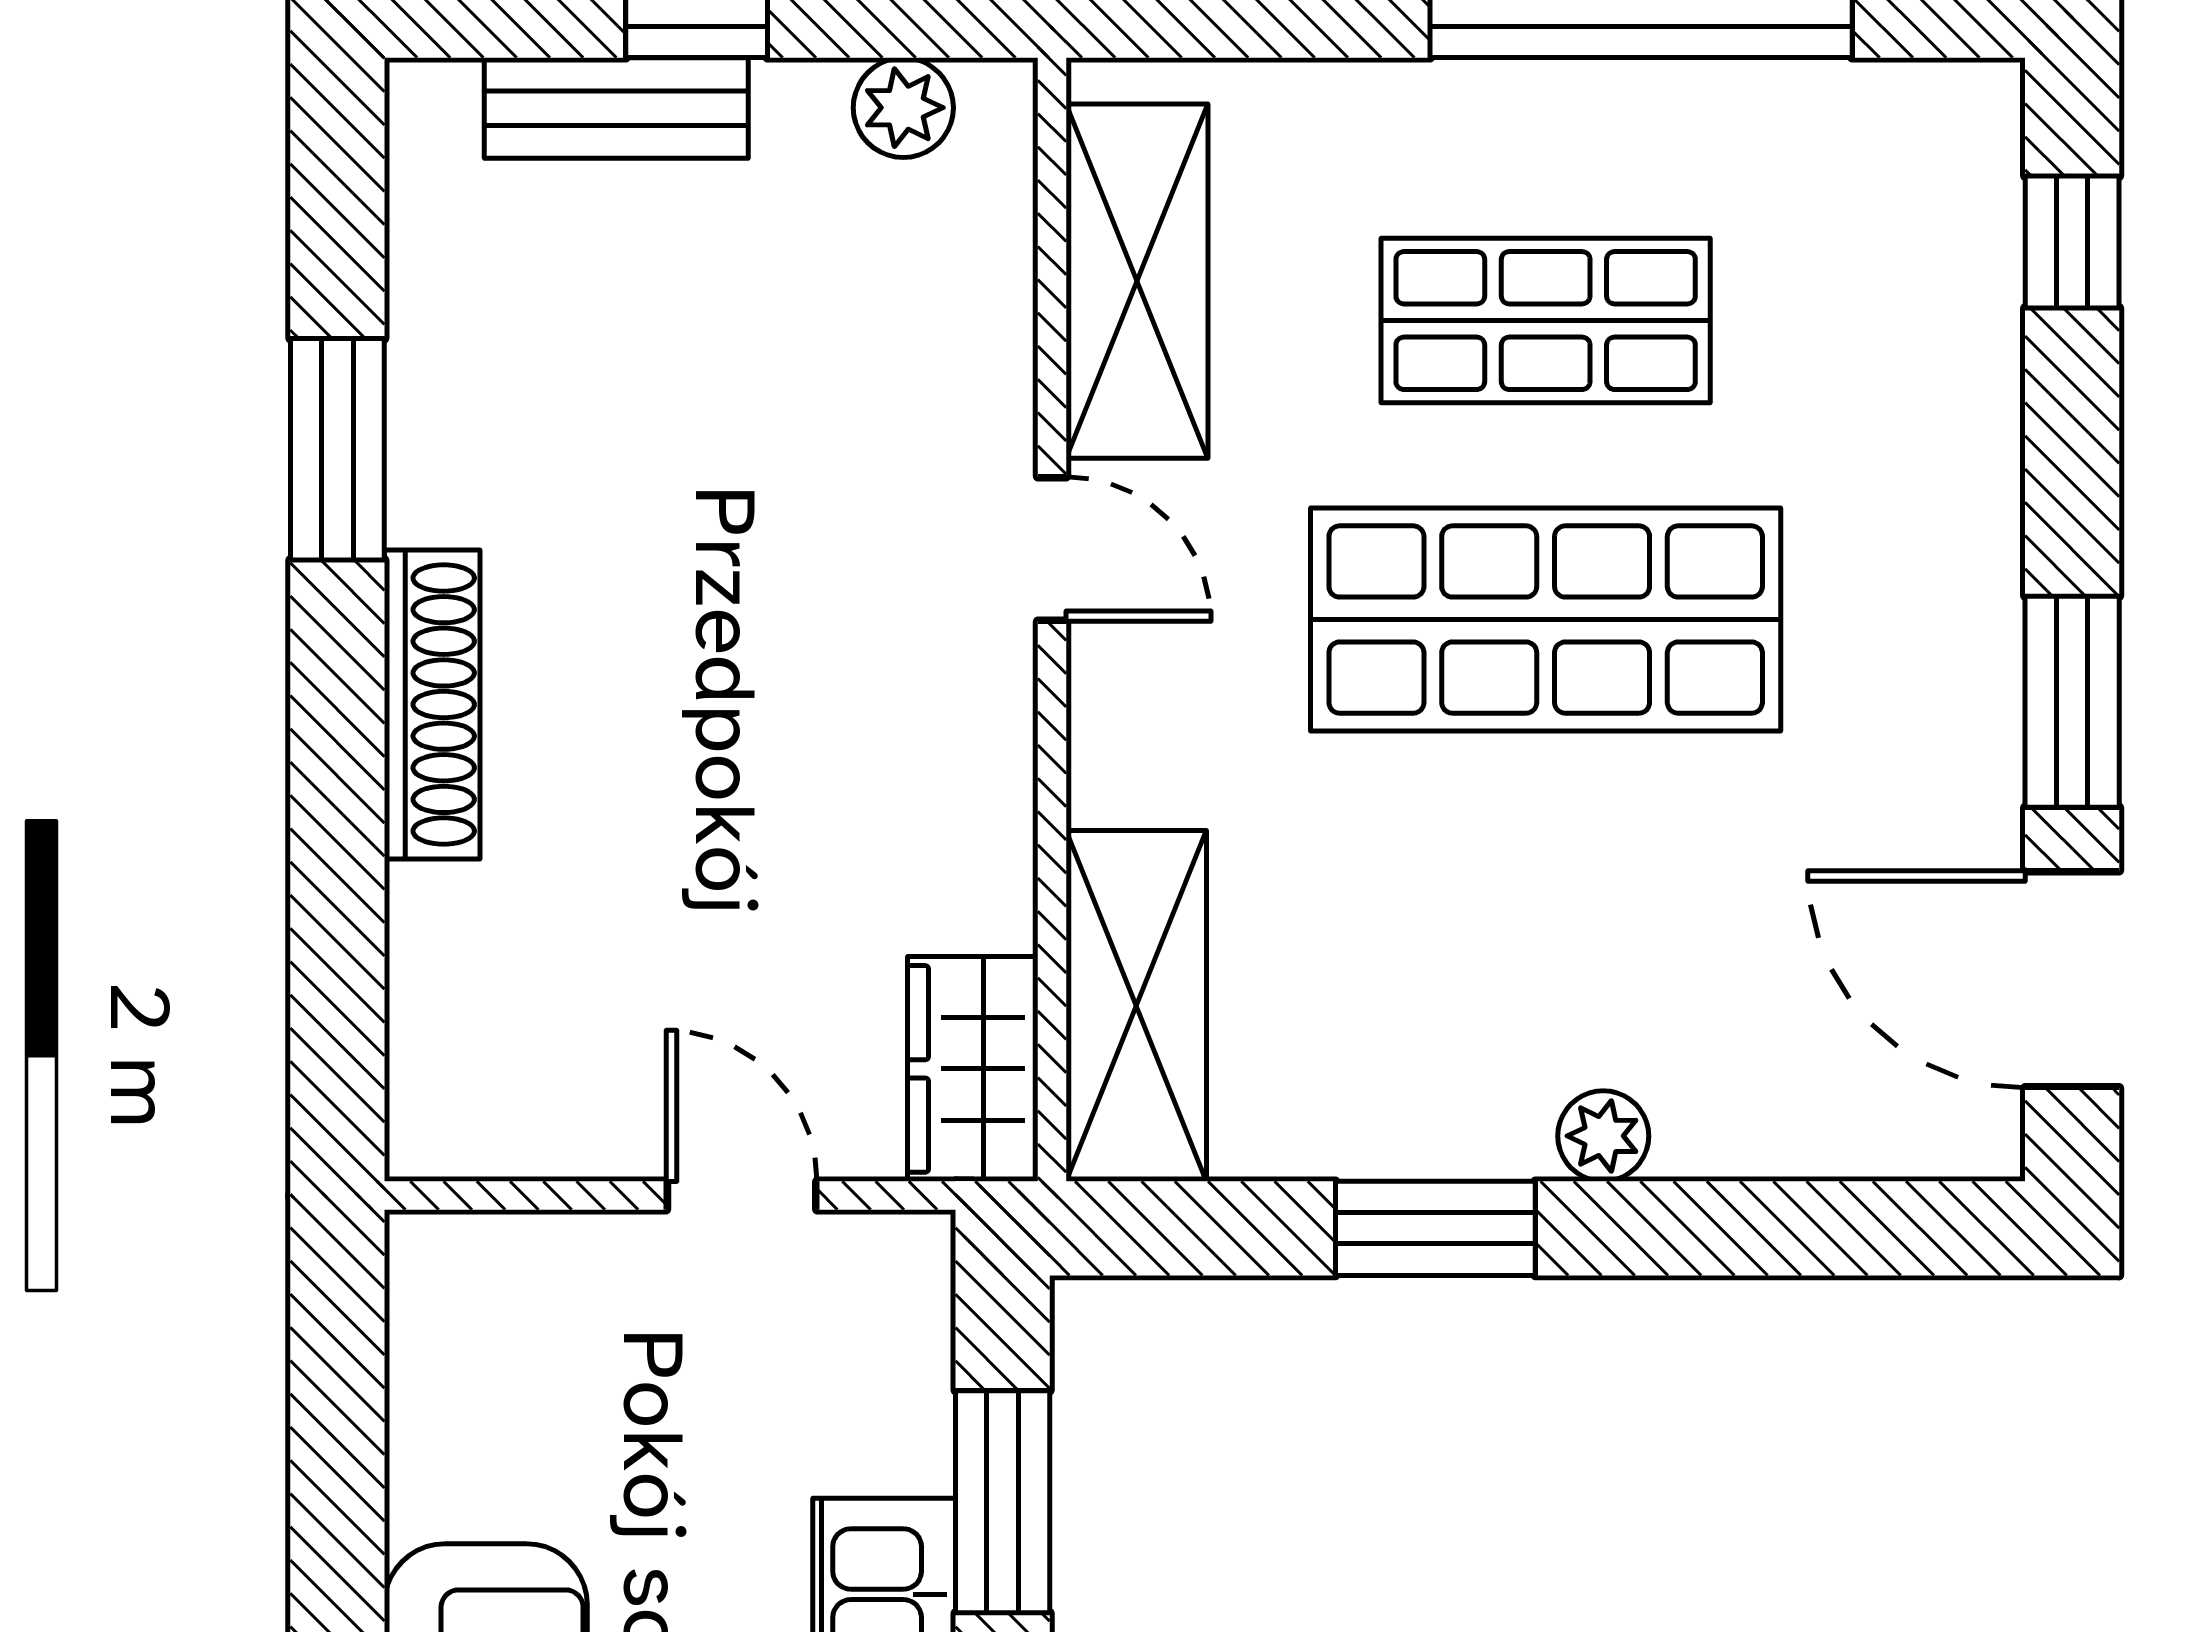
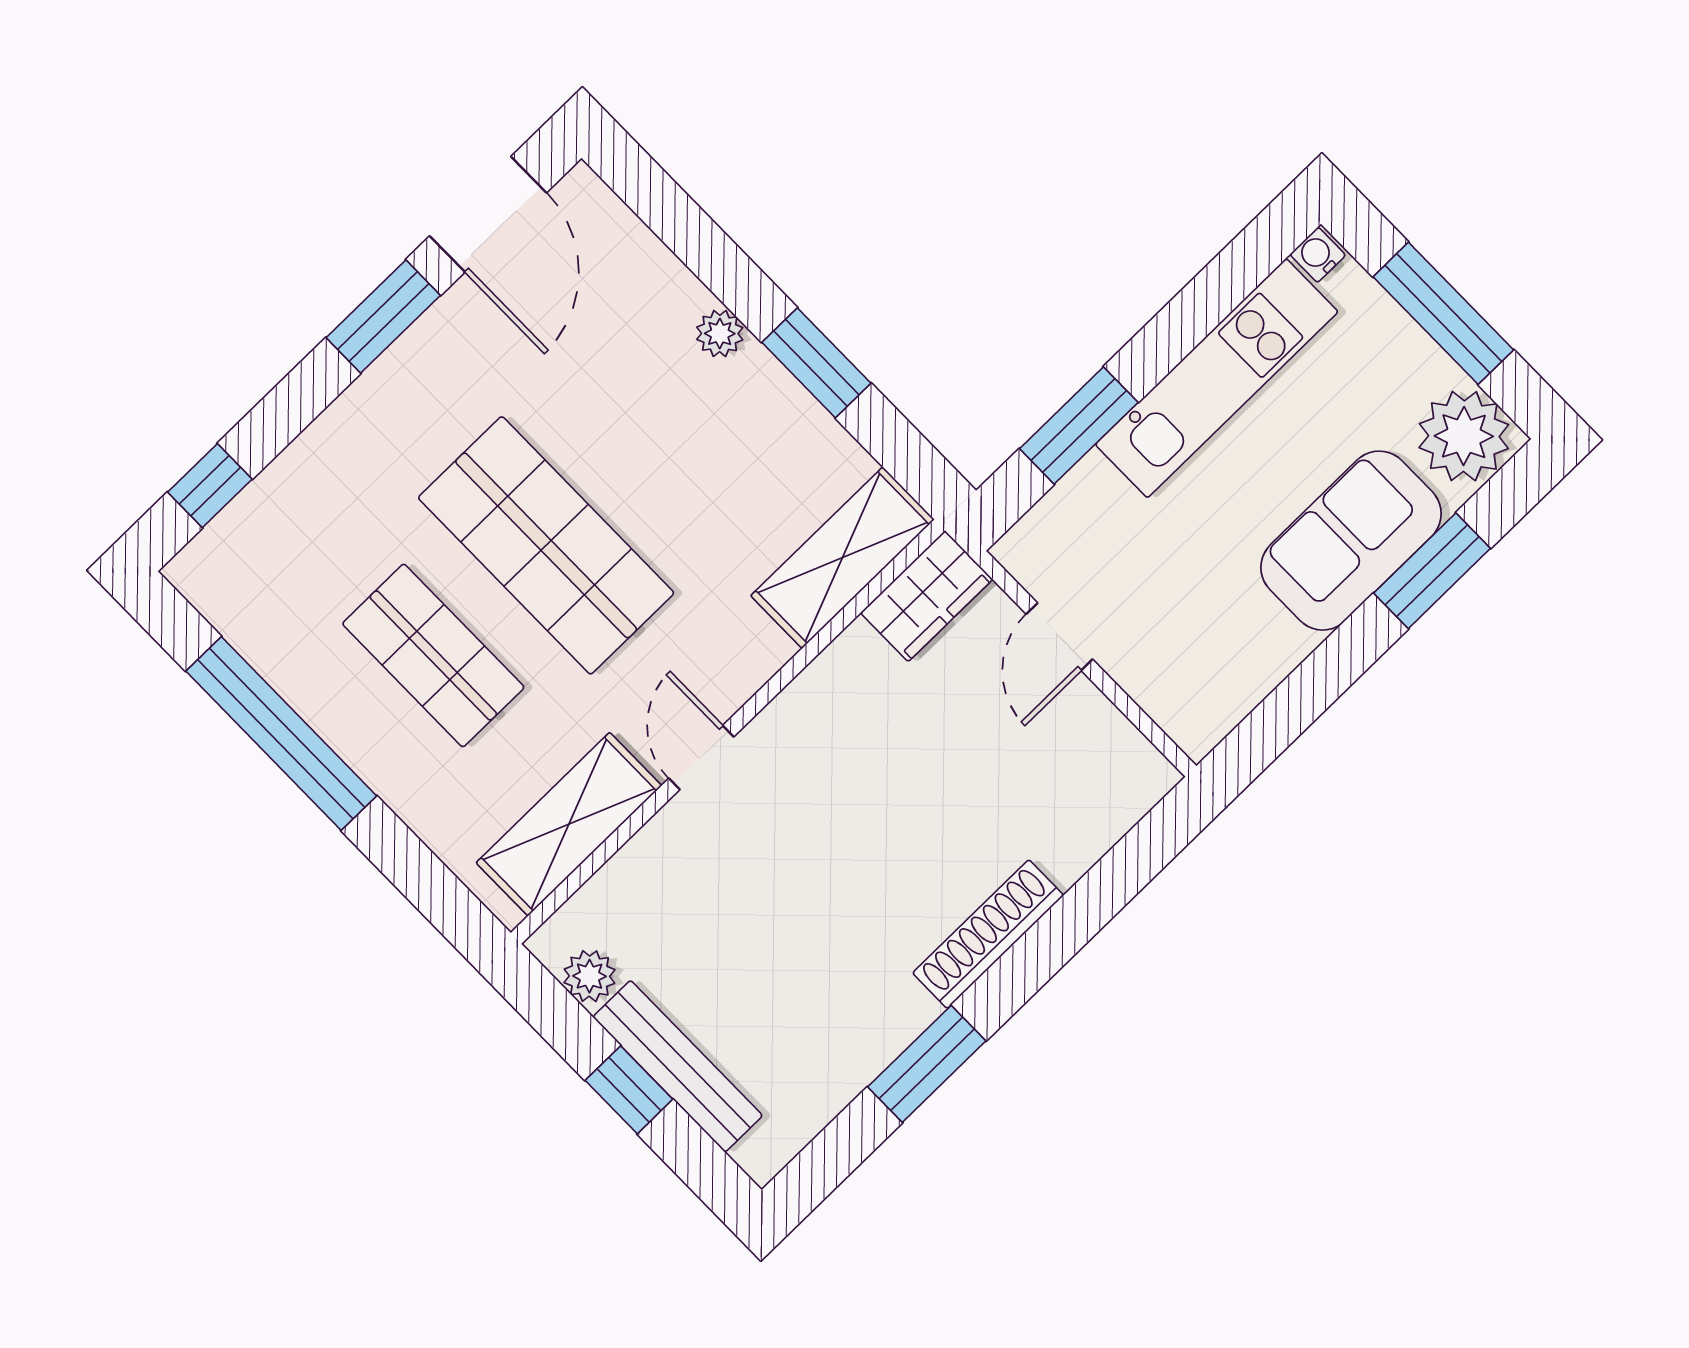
bench: (616, 108) -> (678, 1066), width x1.36

